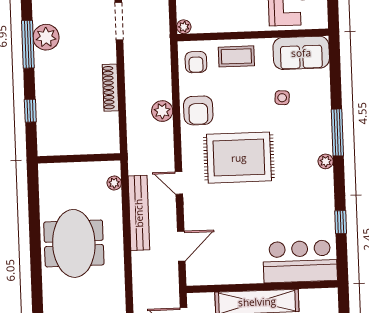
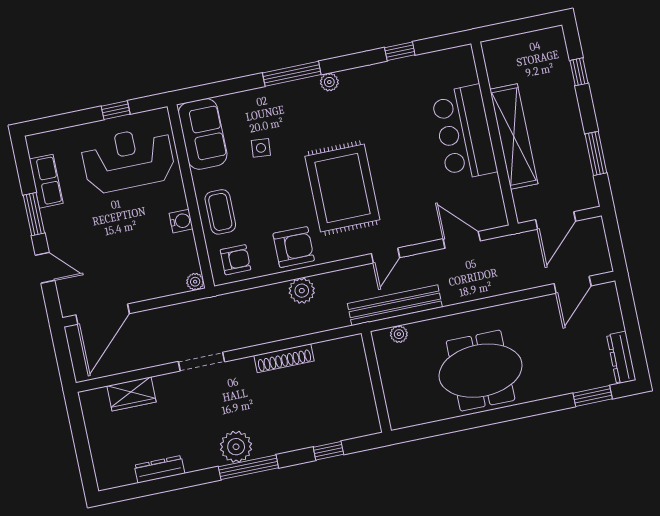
water cooler: (234, 24) -> (181, 221), added
bench: (139, 213) -> (395, 305), moved
bar counter: (300, 261) -> (464, 133), moved

